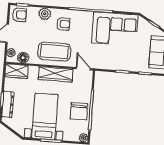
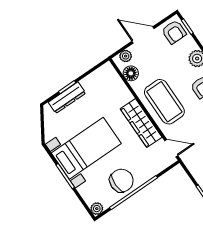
door: (83, 69) -> (171, 148), hinge flipped
wardrobe: (17, 71) -> (110, 78), removed
chair: (79, 111) -> (121, 181), turned 180

